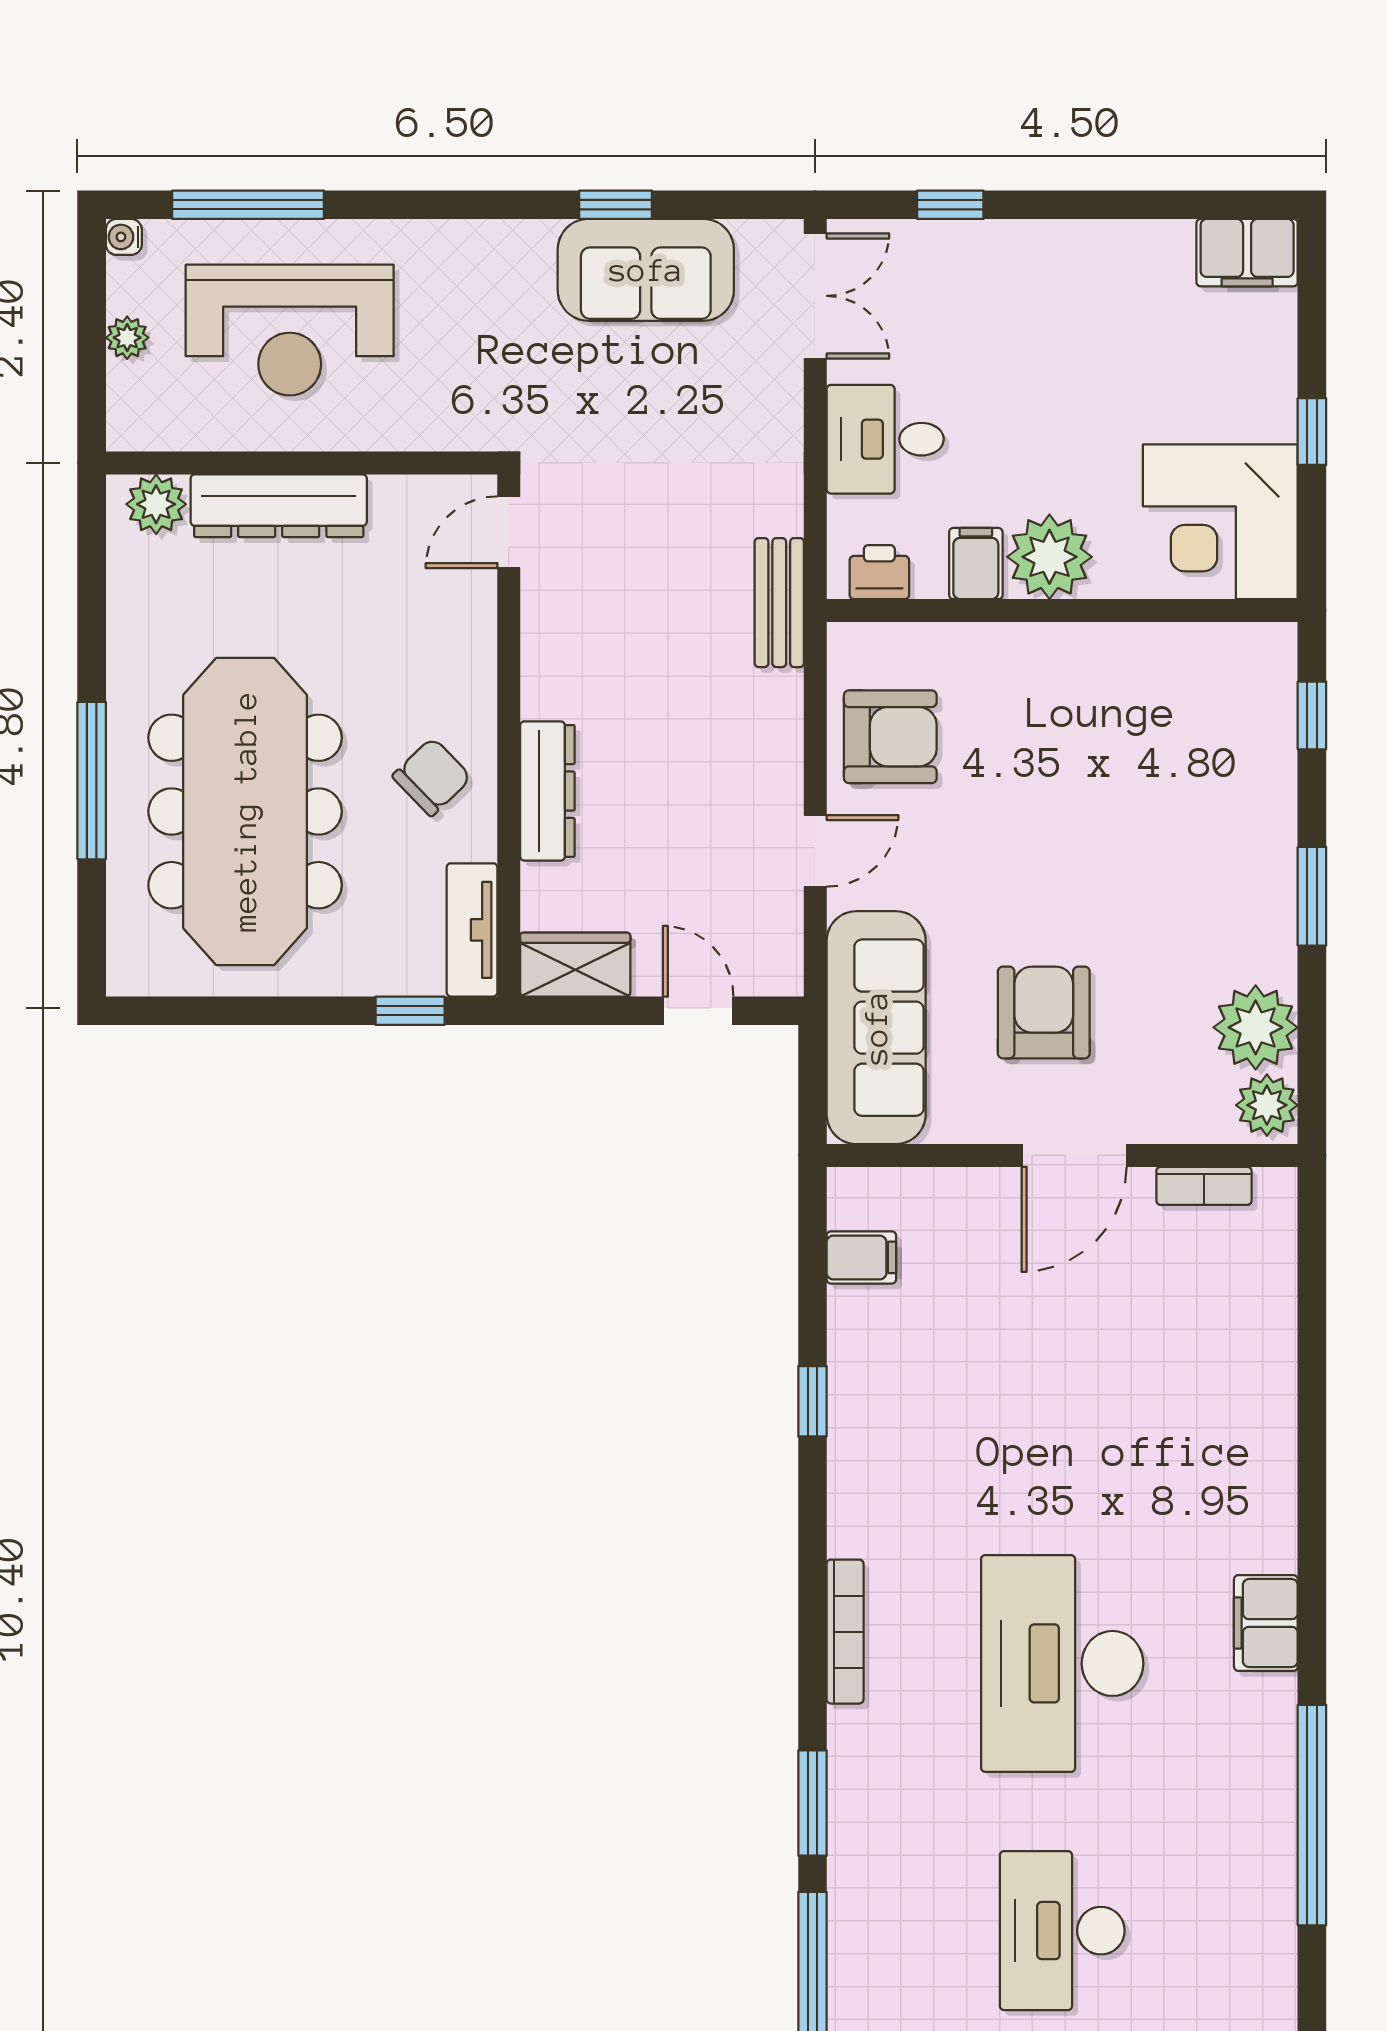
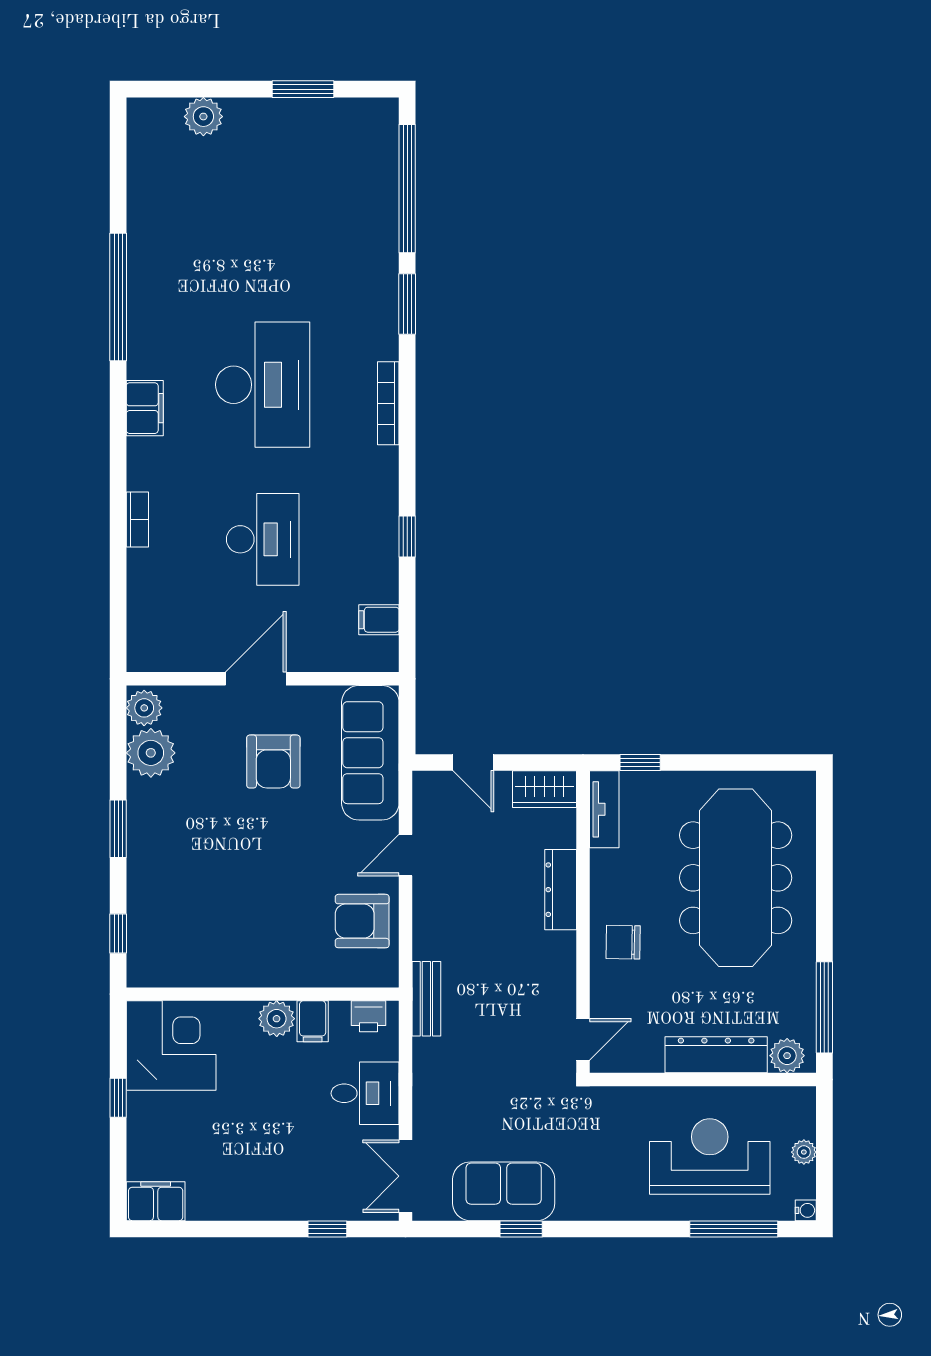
plant: (1049, 557) -> (277, 1019), width x0.73, depth x0.73
chair: (432, 777) -> (623, 942), moved, turned 45
window: (92, 781) -> (824, 1007), moved
bookcase: (1204, 1186) -> (137, 520), moved, turned 90
desk: (1062, 1931) -> (263, 539), moved

